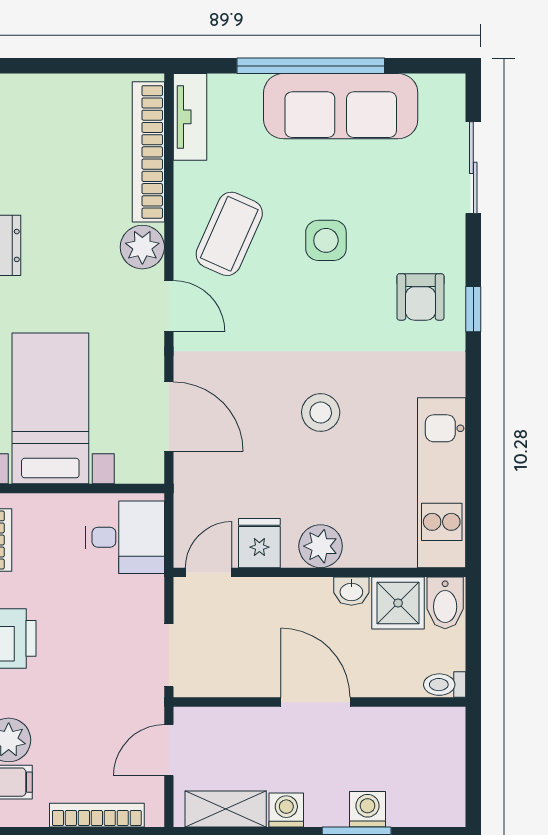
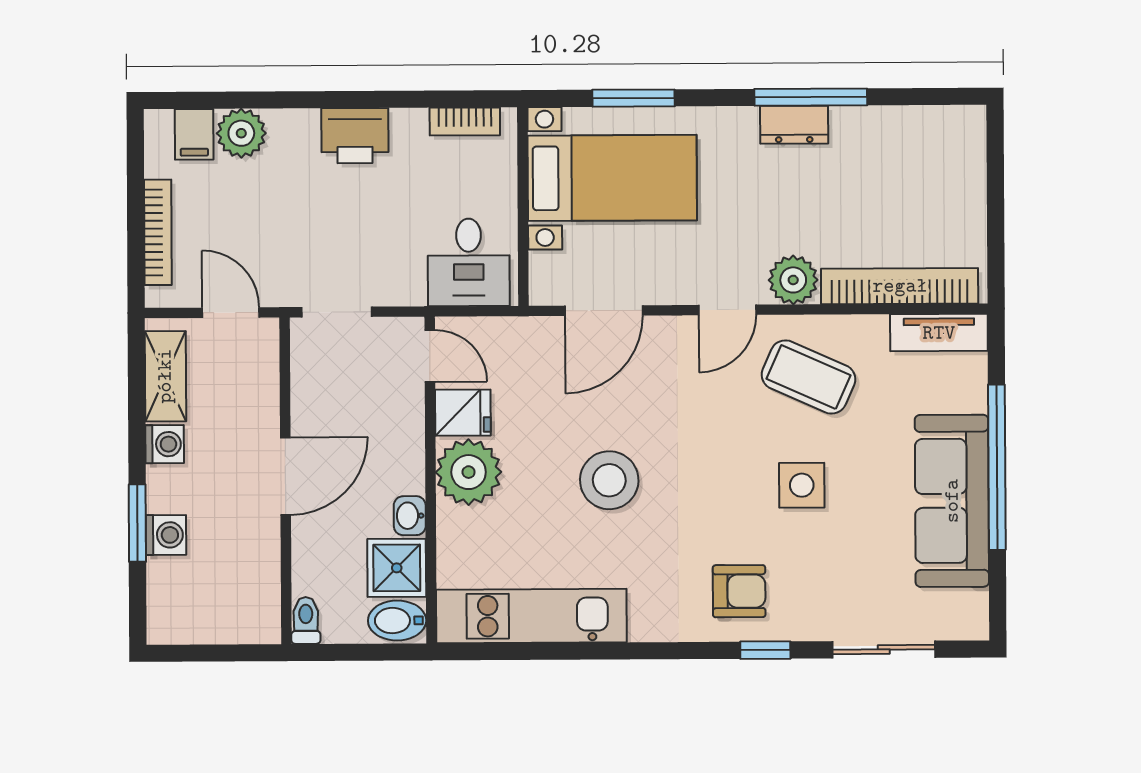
armchair: (420, 297) -> (739, 591), turned 180
window: (473, 309) -> (765, 650), moved
stool: (321, 413) -> (609, 480), width x1.38, depth x1.38
plant: (321, 546) -> (469, 472), width x1.36, depth x1.36

